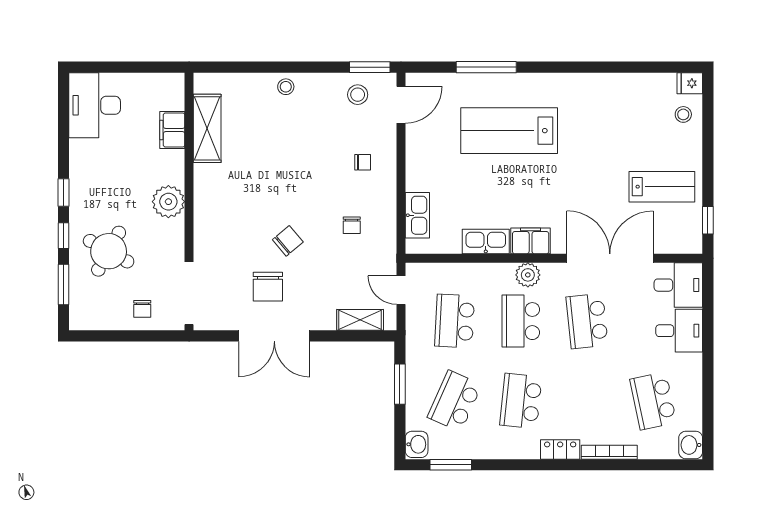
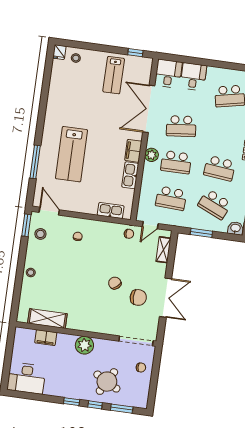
lab bench: (662, 187) -> (114, 75), turned 180
chair: (352, 225) -> (129, 234), moved

